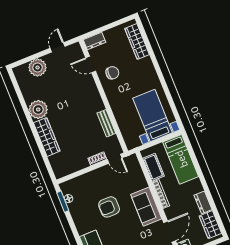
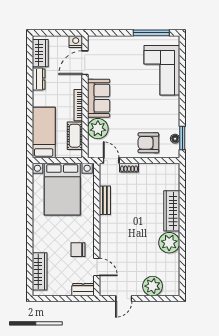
bed with nightstands: (153, 115) -> (62, 189), width x1.36
plant: (137, 181) -> (98, 129), added
armchair: (109, 207) -> (148, 143), moved, turned 180

